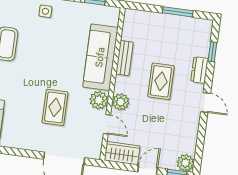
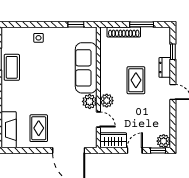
shoe rack: (154, 18) -> (124, 32), added
bench: (125, 58) -> (105, 66), removed
rug: (55, 107) -> (39, 128), moved

